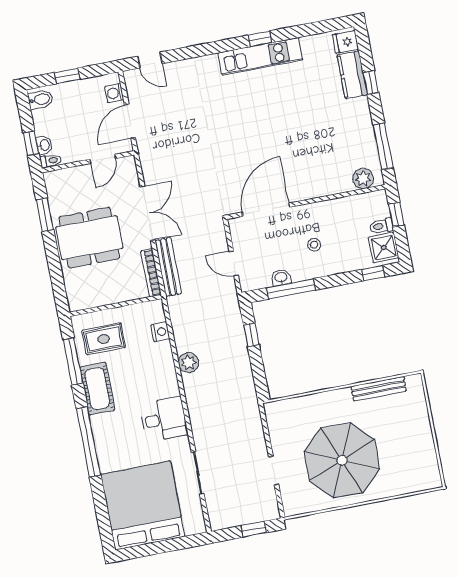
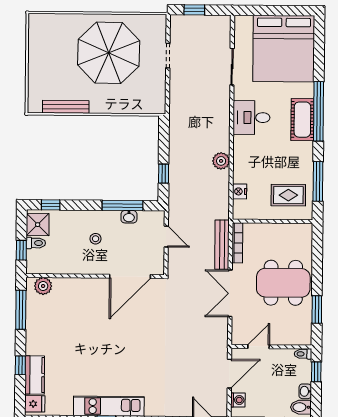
washbasin: (44, 145) -> (305, 391), moved
cot: (97, 389) -> (302, 120), moved

